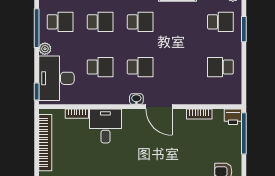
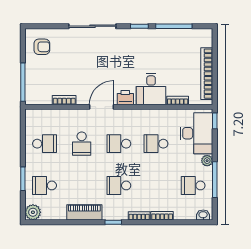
school desk: (100, 22) -> (82, 144), moved, turned -90
washbasin: (136, 99) -> (122, 114), removed
door: (159, 107) -> (102, 107), hinge flipped
printer: (233, 117) -> (125, 98), moved

